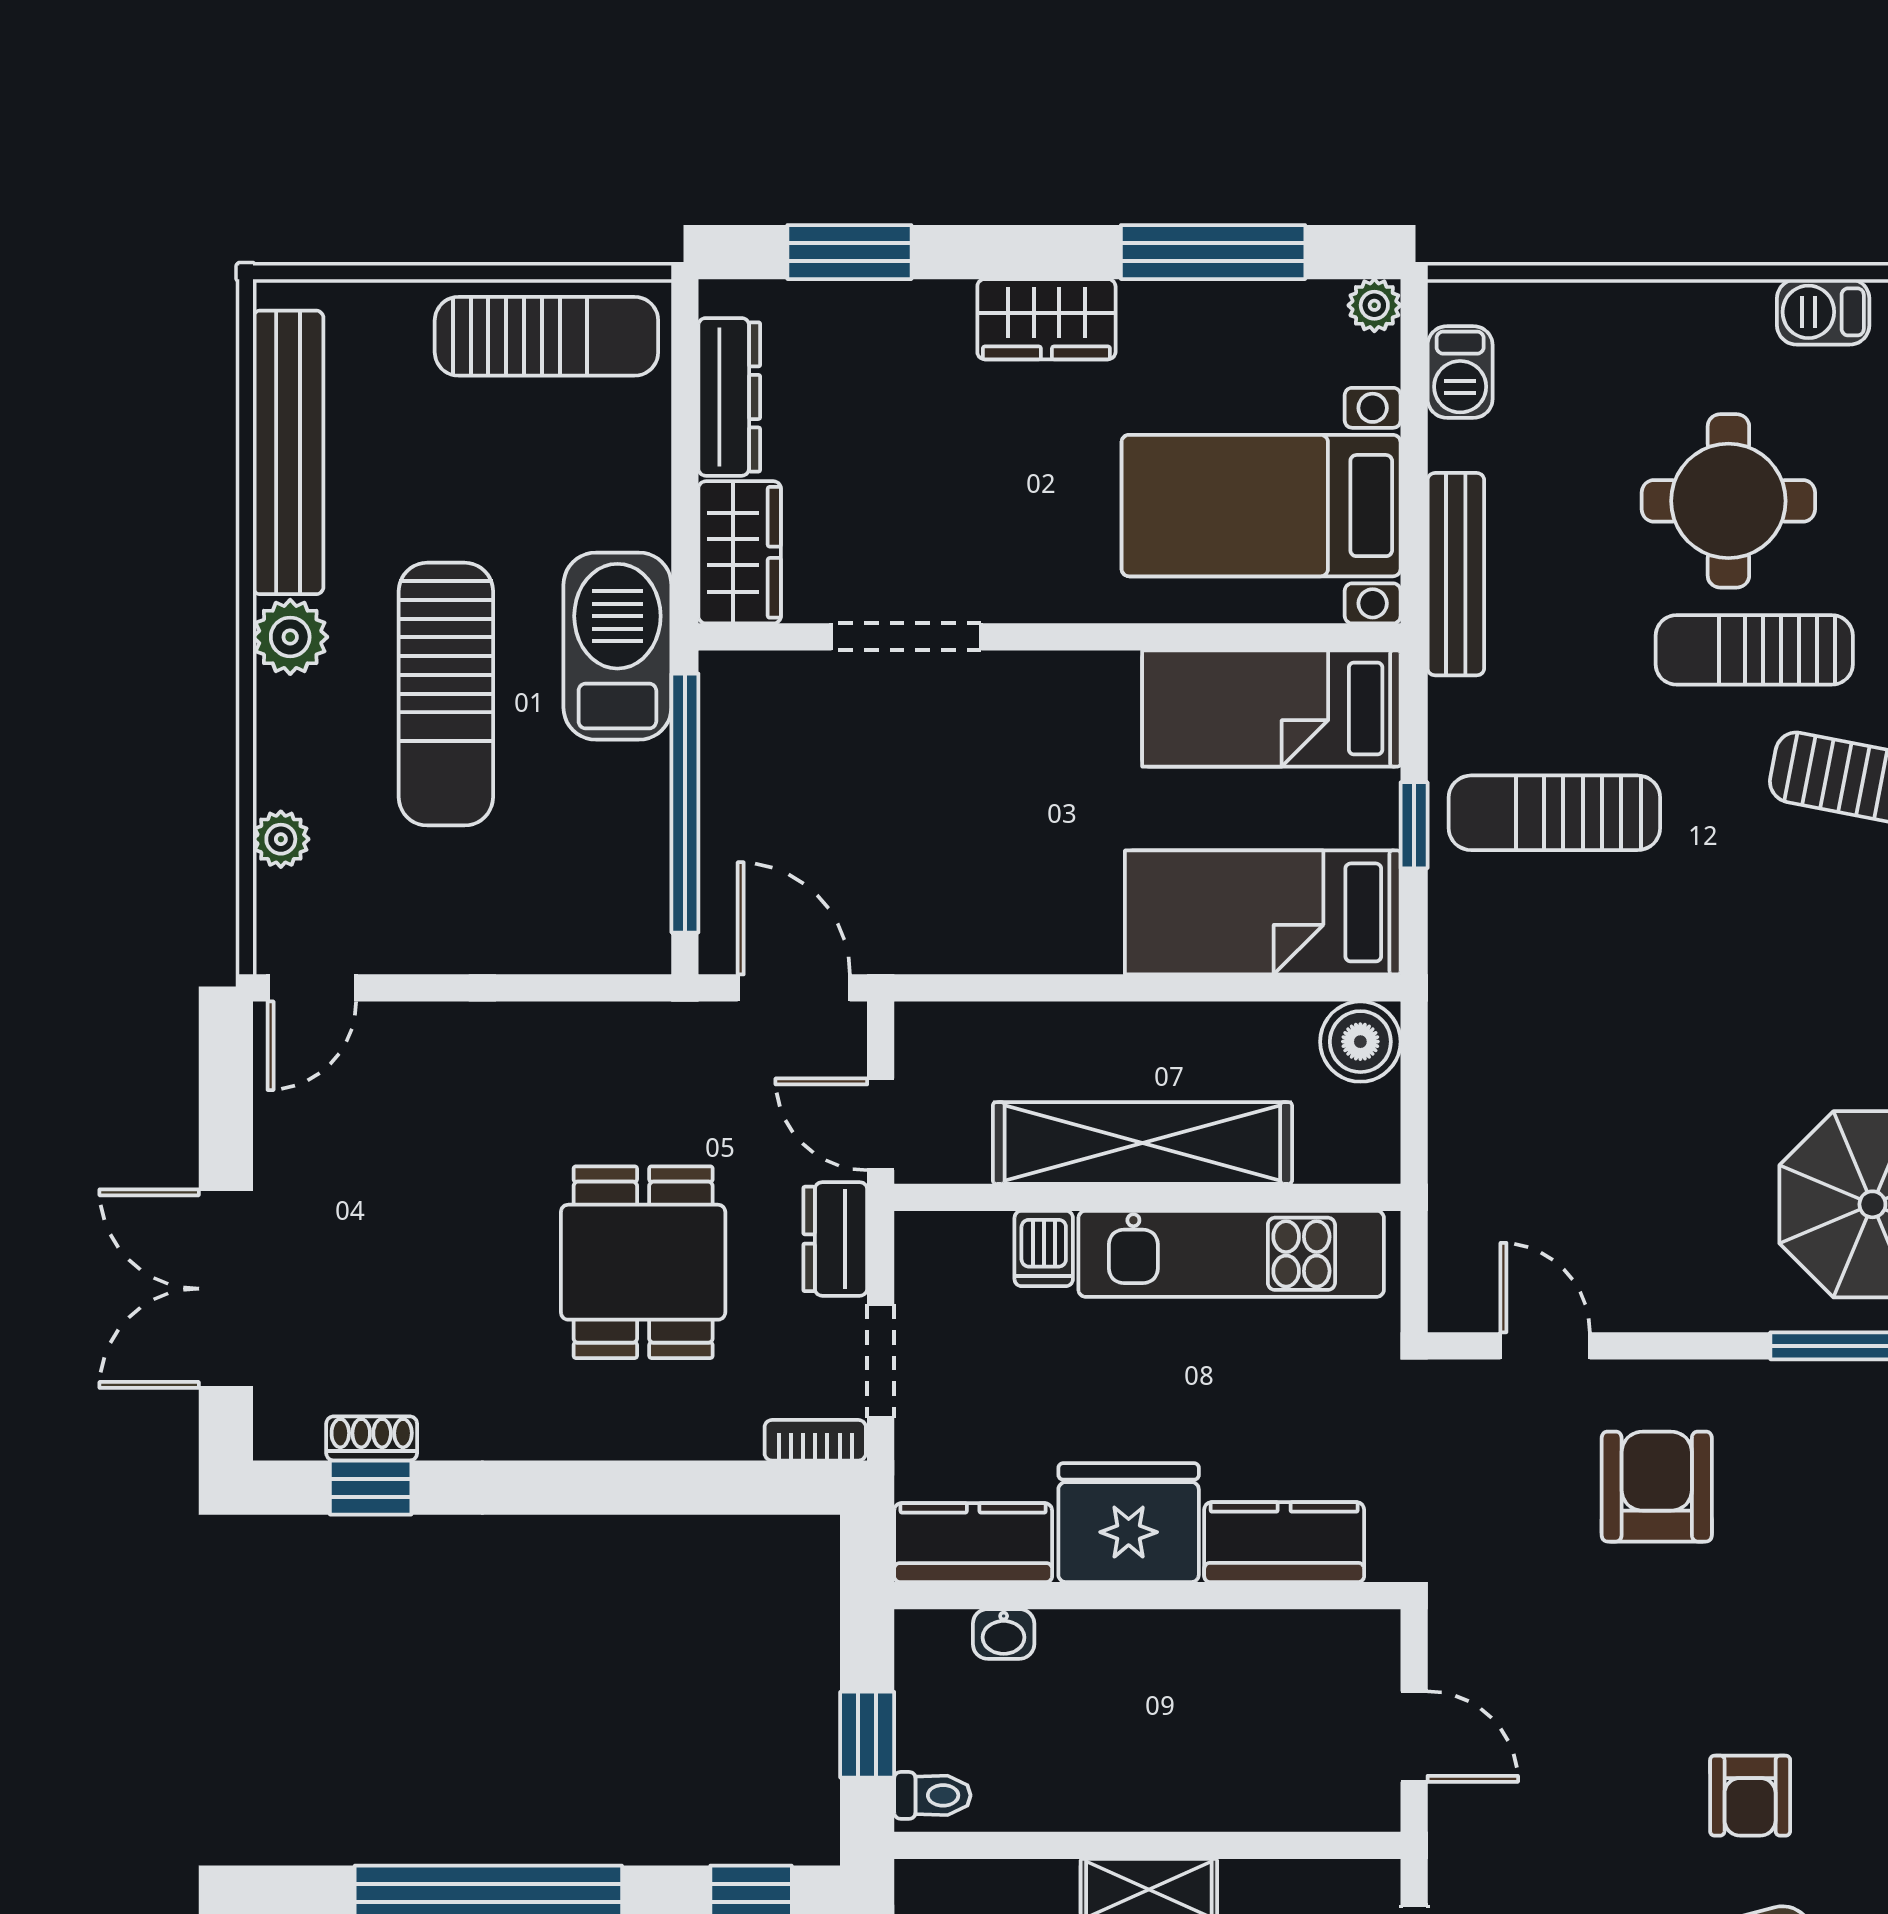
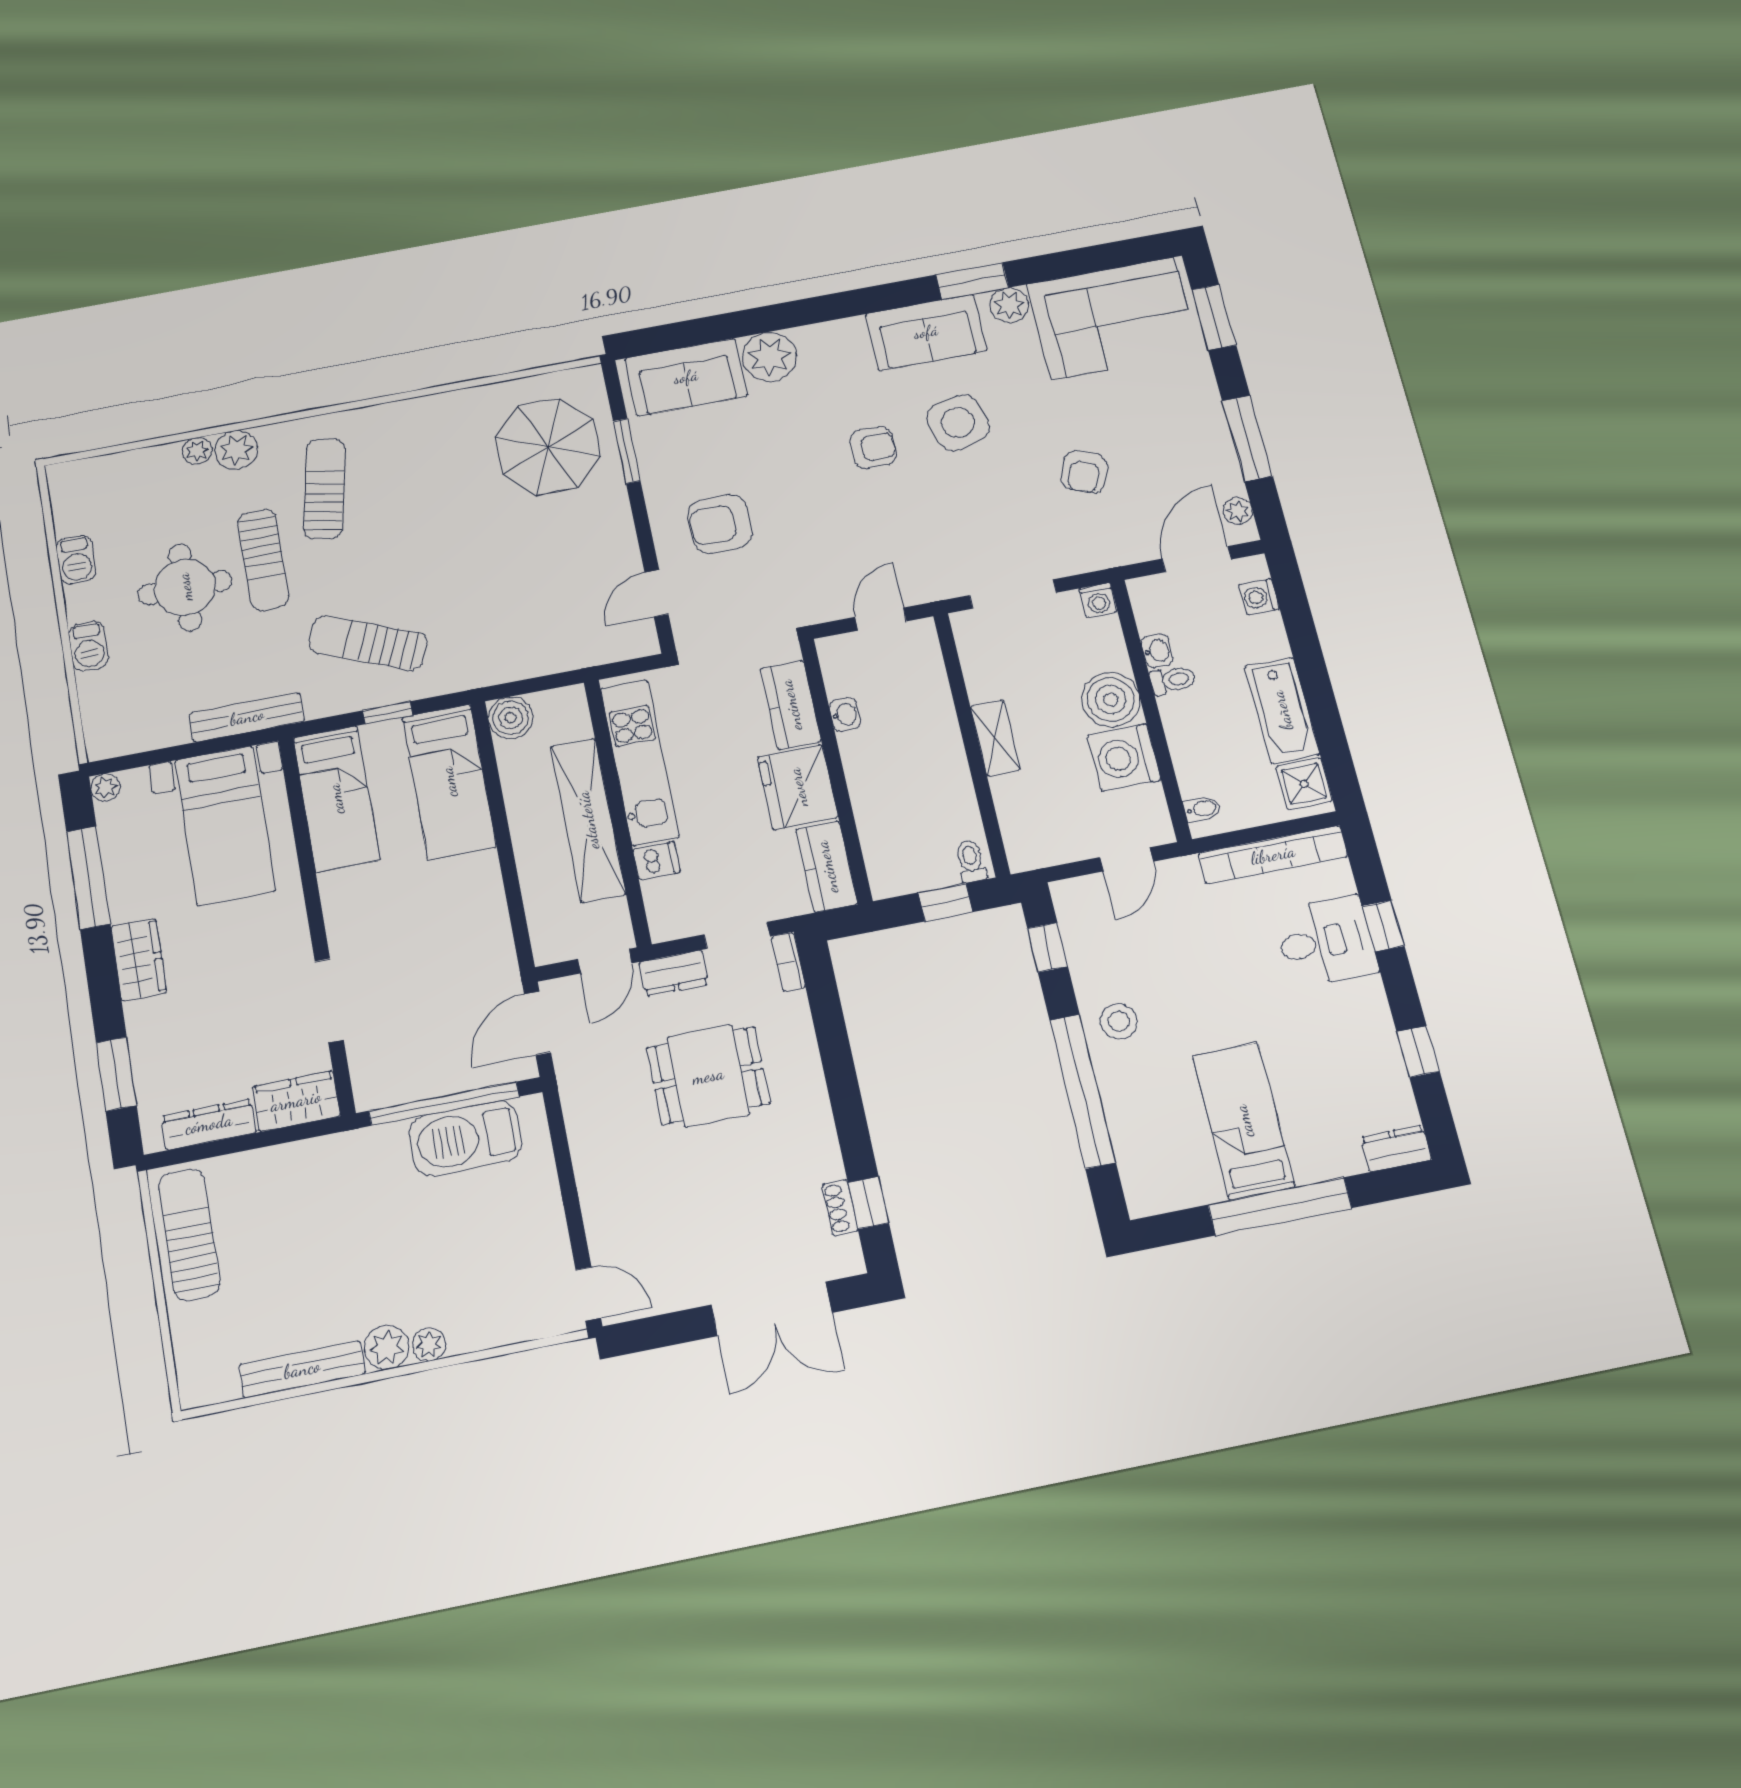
barbecue: (1460, 372) -> (88, 646), moved, turned 90
bench: (288, 452) -> (302, 1369), width x0.73, depth x0.82
barbecue: (617, 646) -> (465, 1138), moved
sun lounger: (446, 694) -> (405, 1251), removed
sun lounger: (1554, 813) -> (368, 643), turned 112
plant: (281, 839) -> (429, 1345), moved
washbasin: (1004, 1634) -> (845, 715), moved

